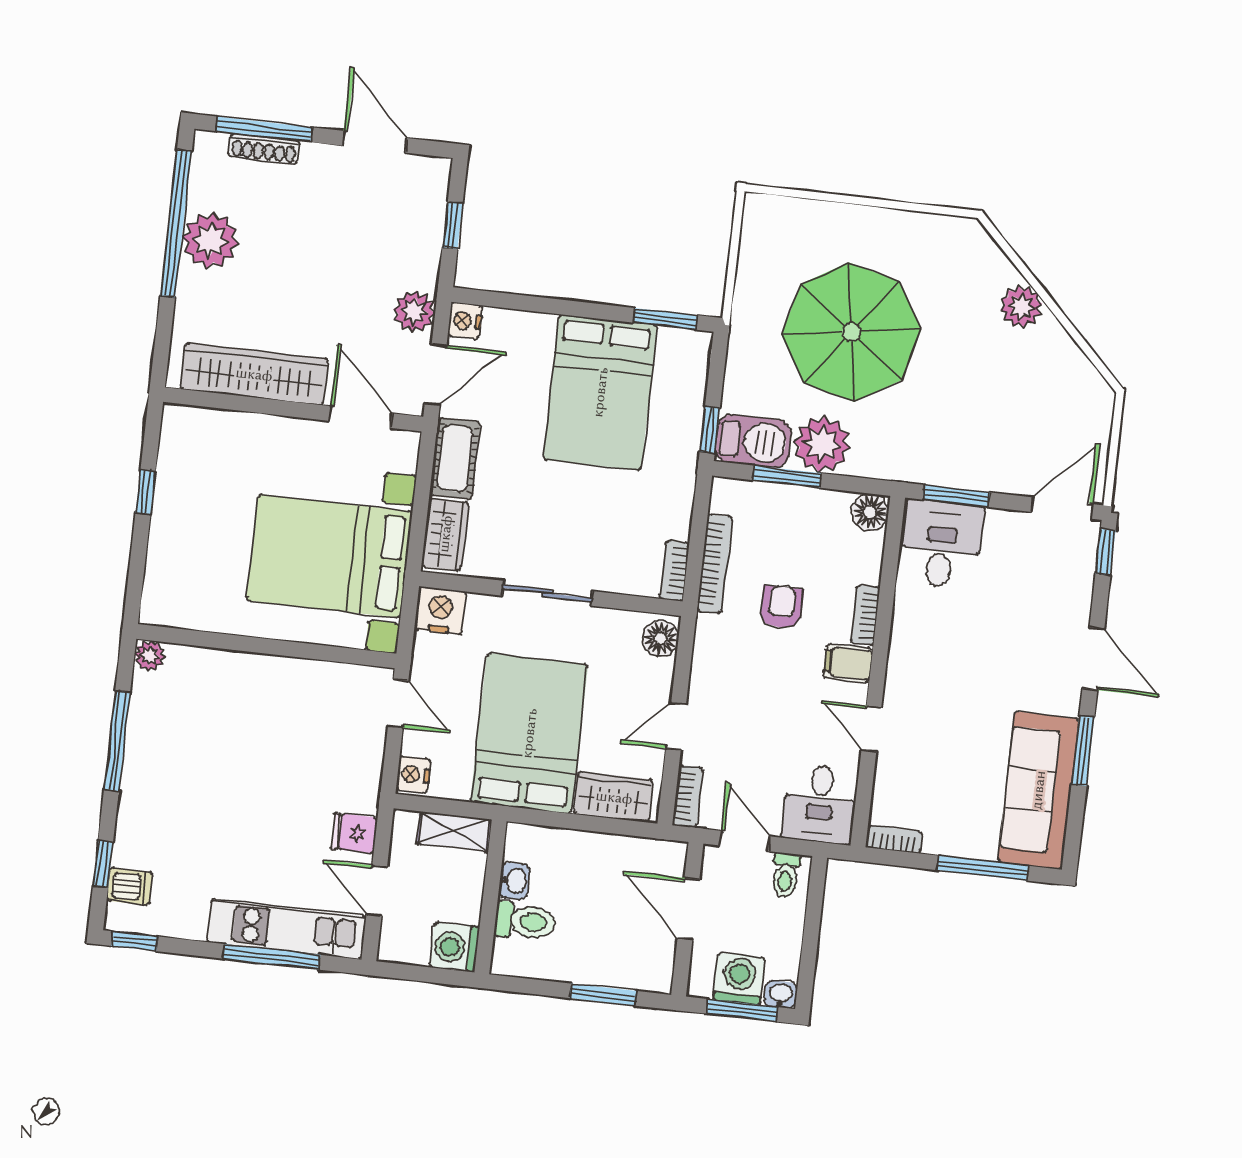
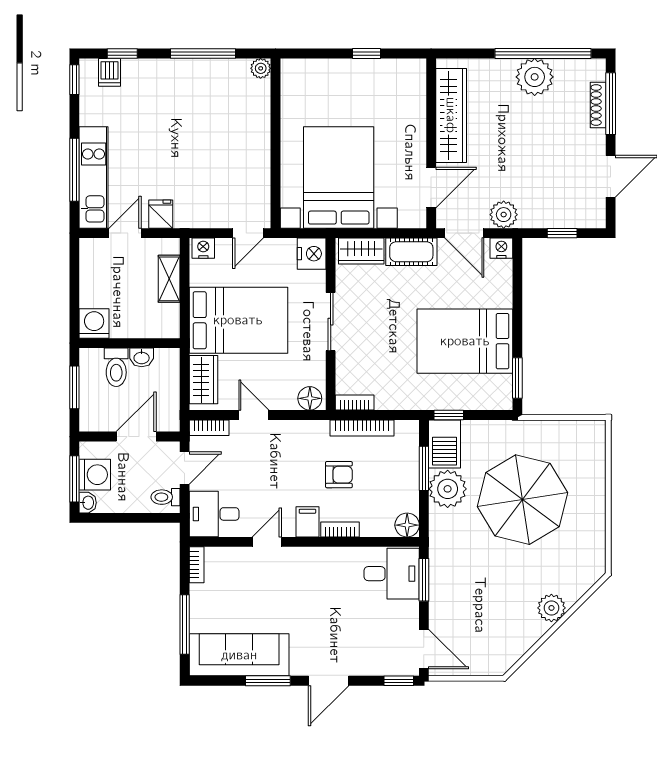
washbasin: (514, 881) -> (142, 357), moved
wall: (491, 897) -> (129, 343), moved
toilet: (525, 921) -> (116, 367), moved
washing machine: (454, 947) -> (94, 324), moved

